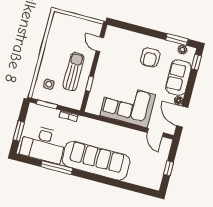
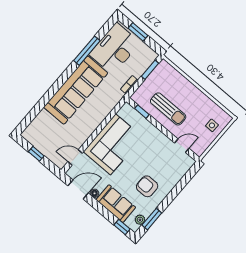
side table: (49, 84) -> (212, 125), moved
window: (90, 84) -> (142, 112), moved

